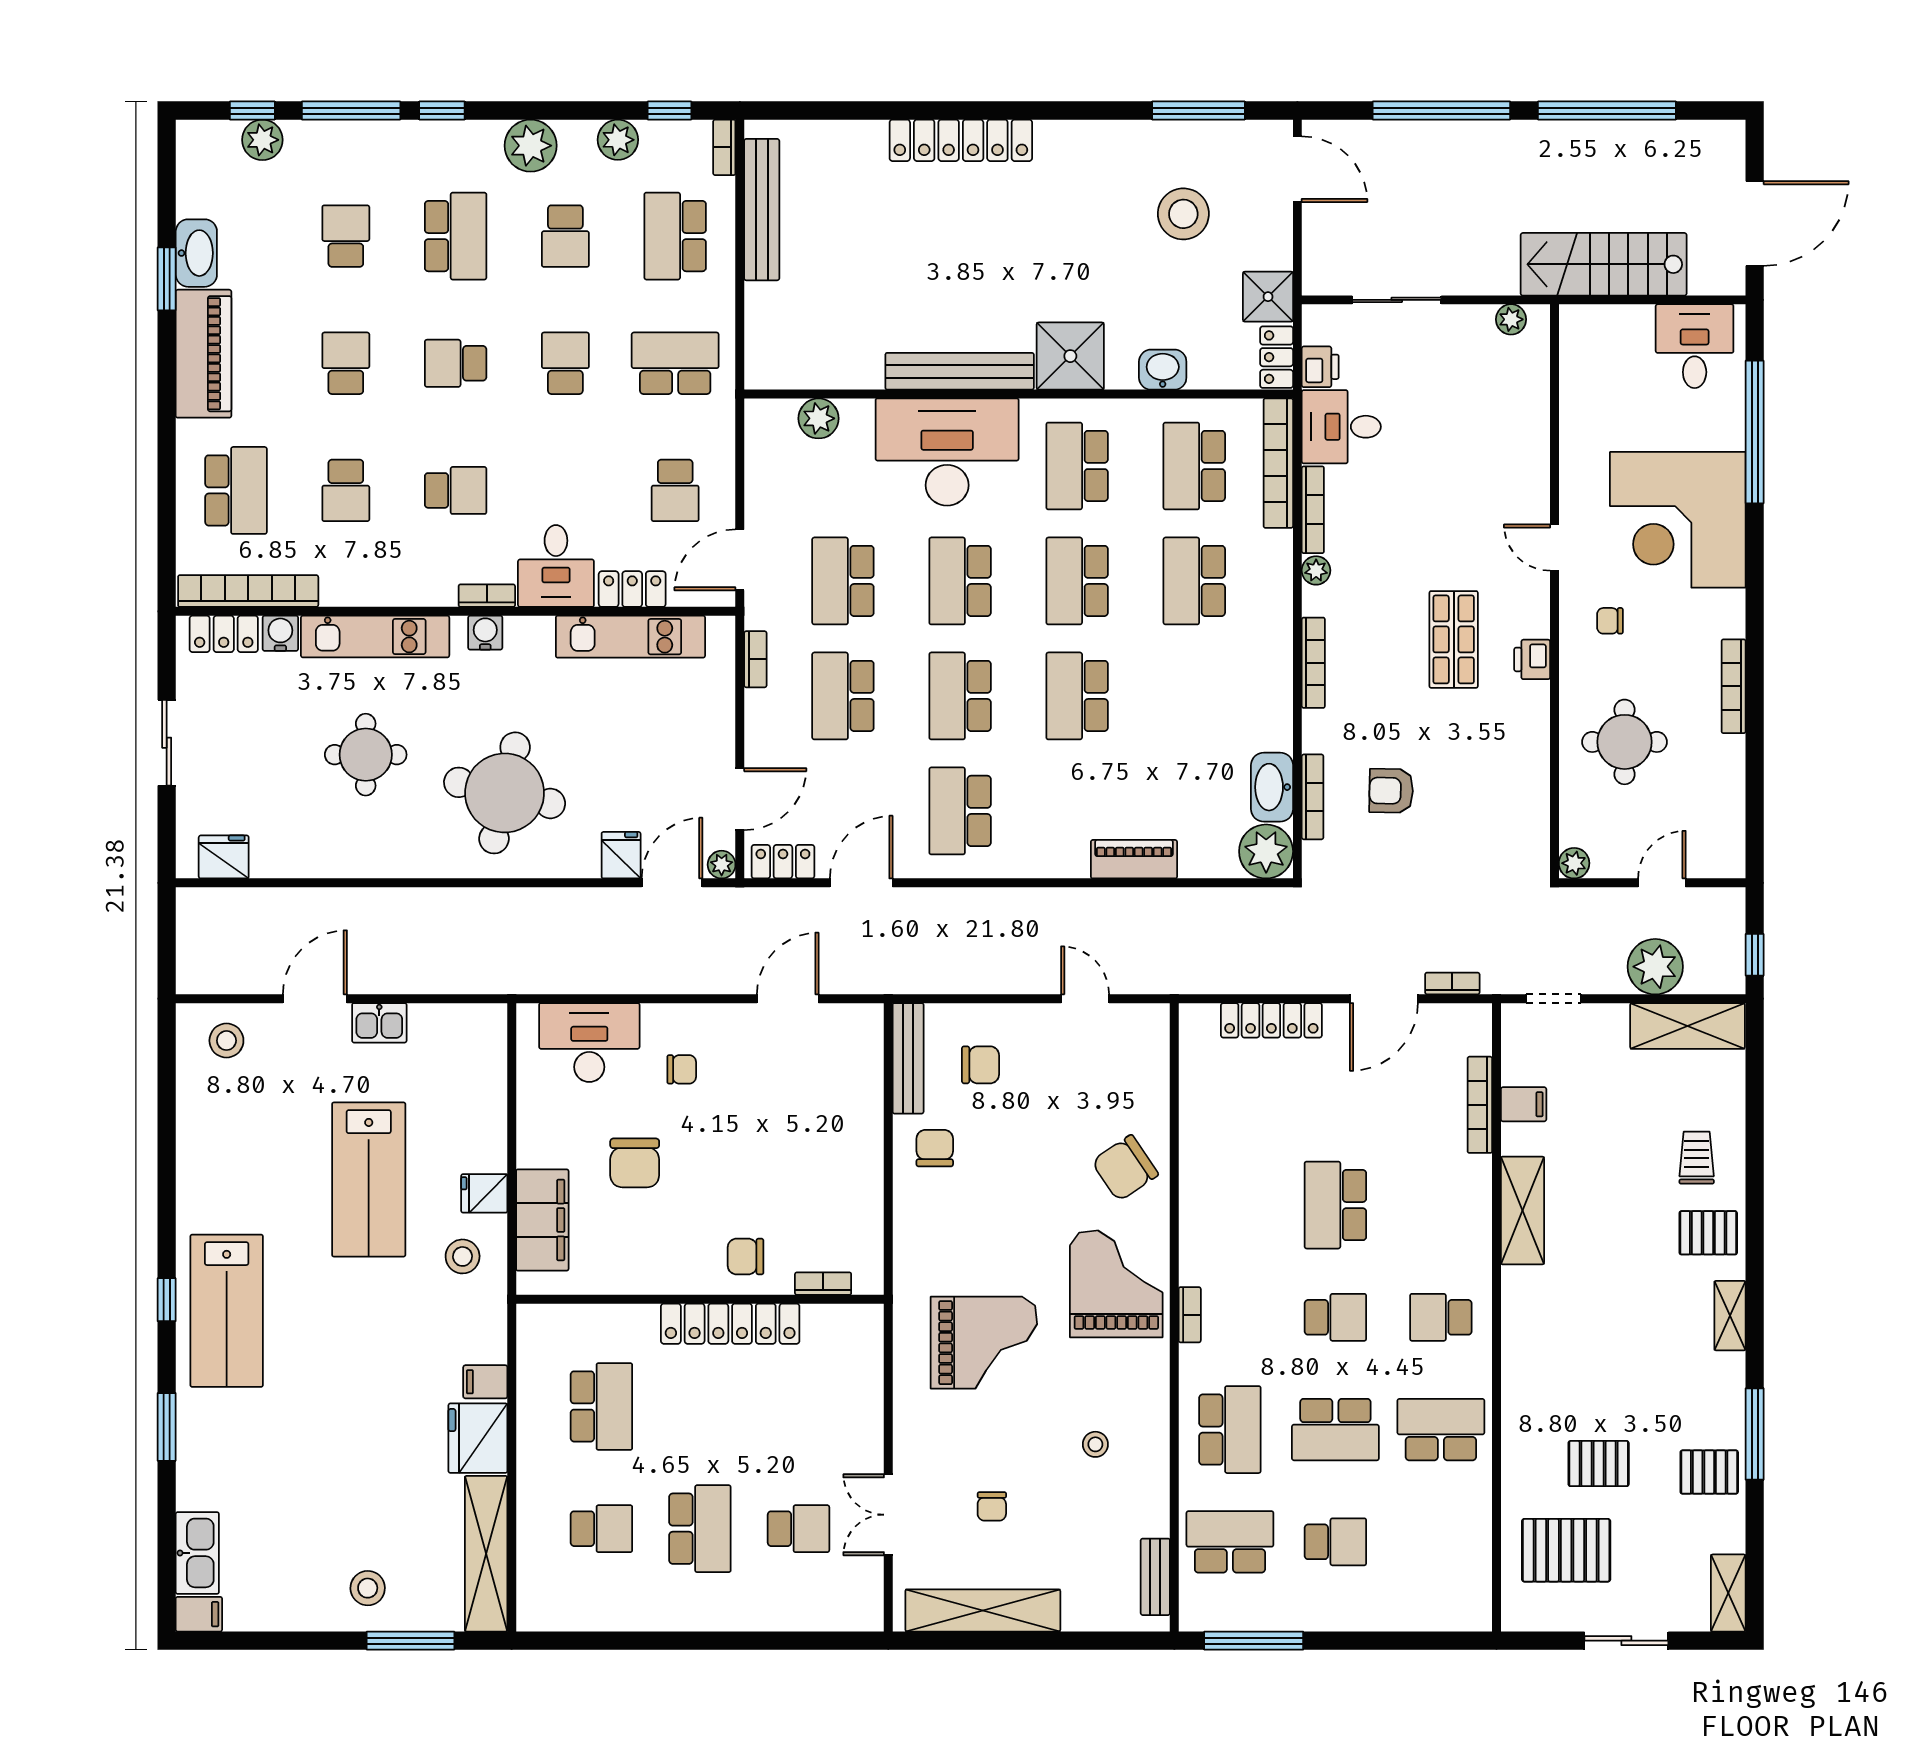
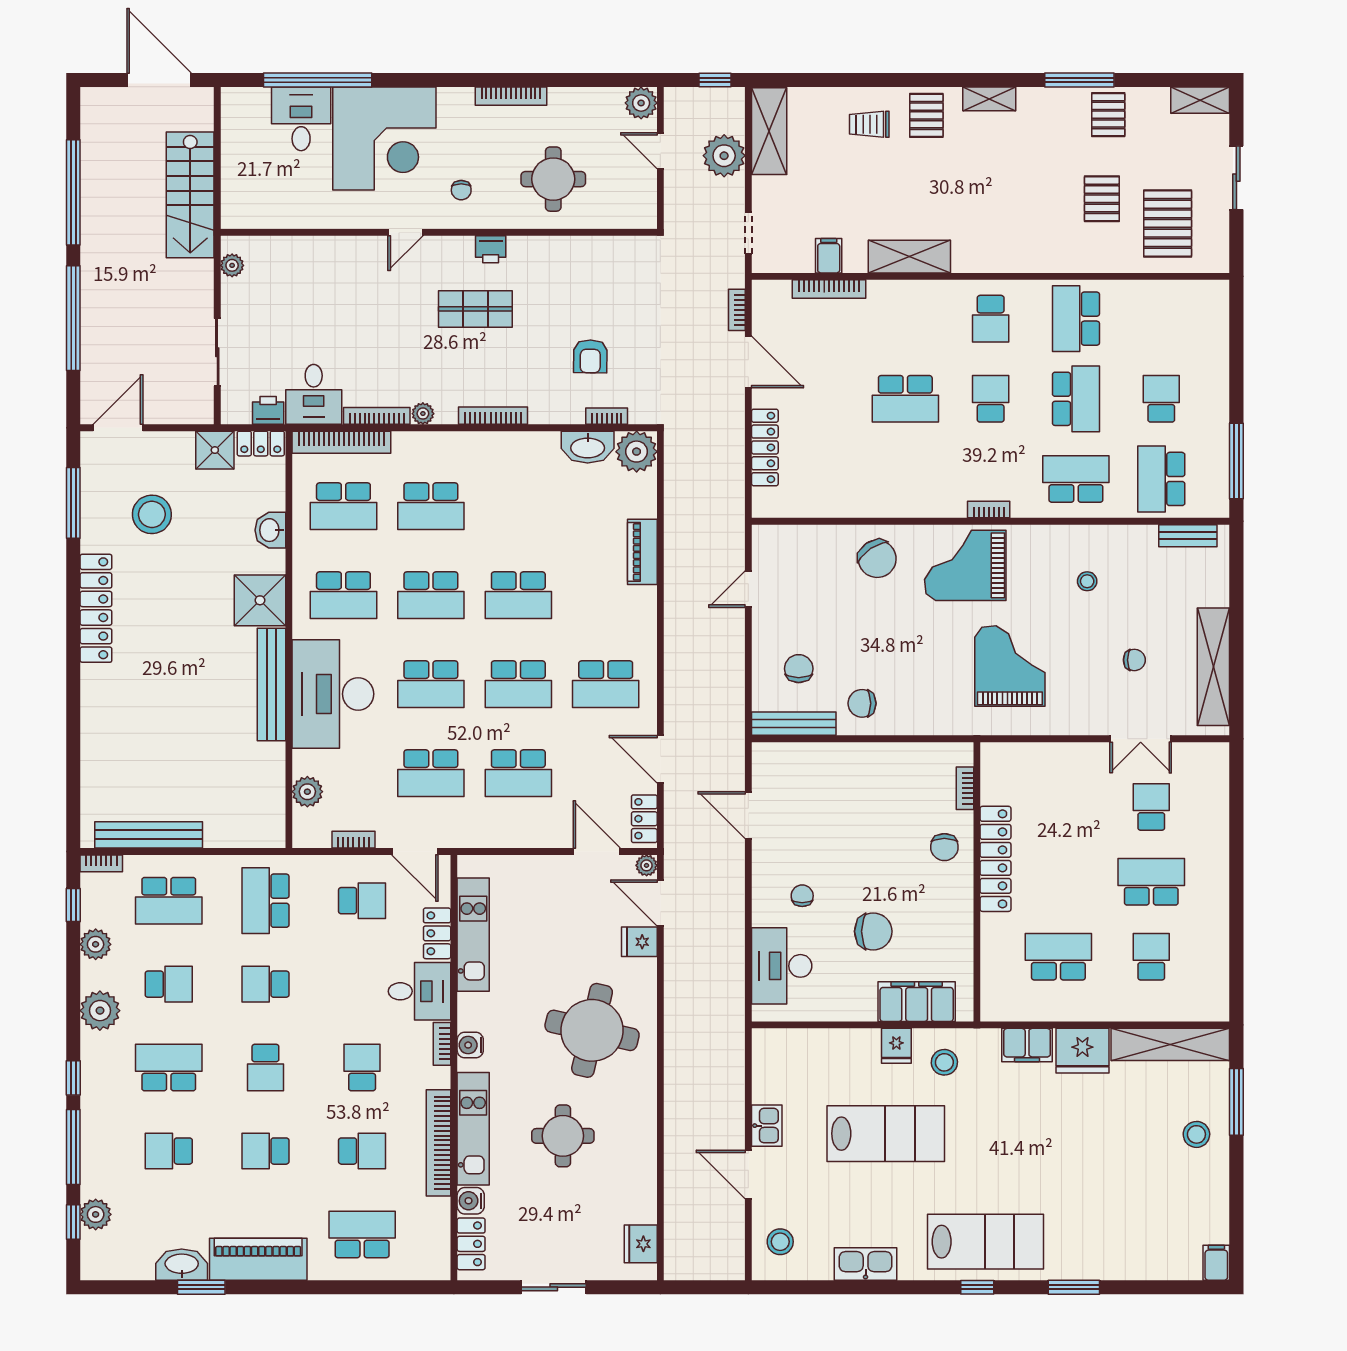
locker: (961, 140) -> (96, 608), moved
desk: (1695, 346) -> (301, 119), moved, turned 90
bookcase: (248, 591) -> (439, 1143), moved
bookcase: (755, 659) -> (353, 840), moved
bookcase: (1313, 797) -> (607, 416), width x0.64
plant: (1574, 863) -> (641, 103), moved, width x1.38, depth x1.38
filing cabinet: (485, 1382) -> (1027, 1045), width x2.00
kitchen sink: (197, 1553) -> (866, 1264), moved

